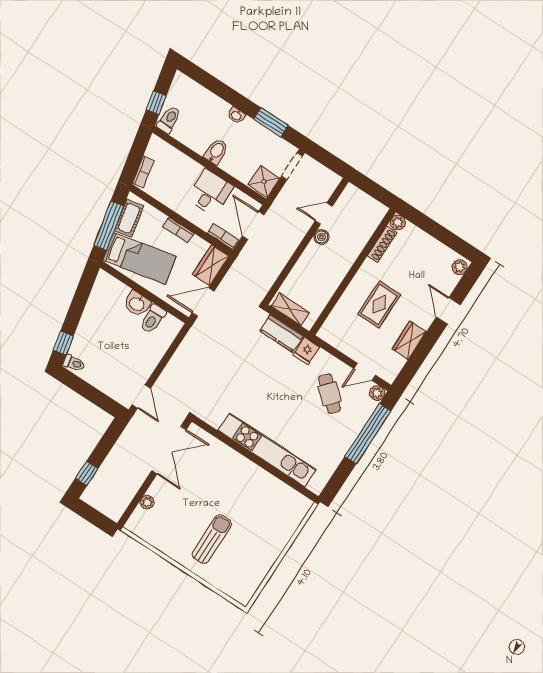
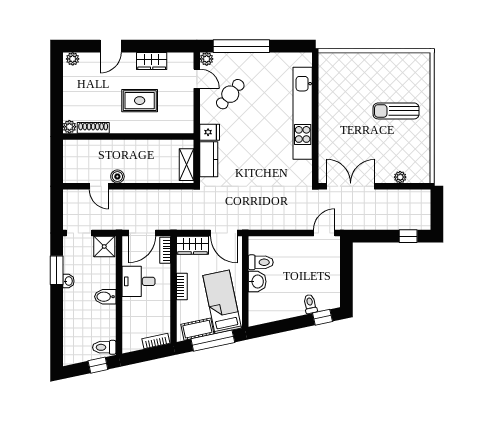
washbasin: (236, 115) -> (68, 281), moved
toilet: (74, 363) -> (310, 304), moved

